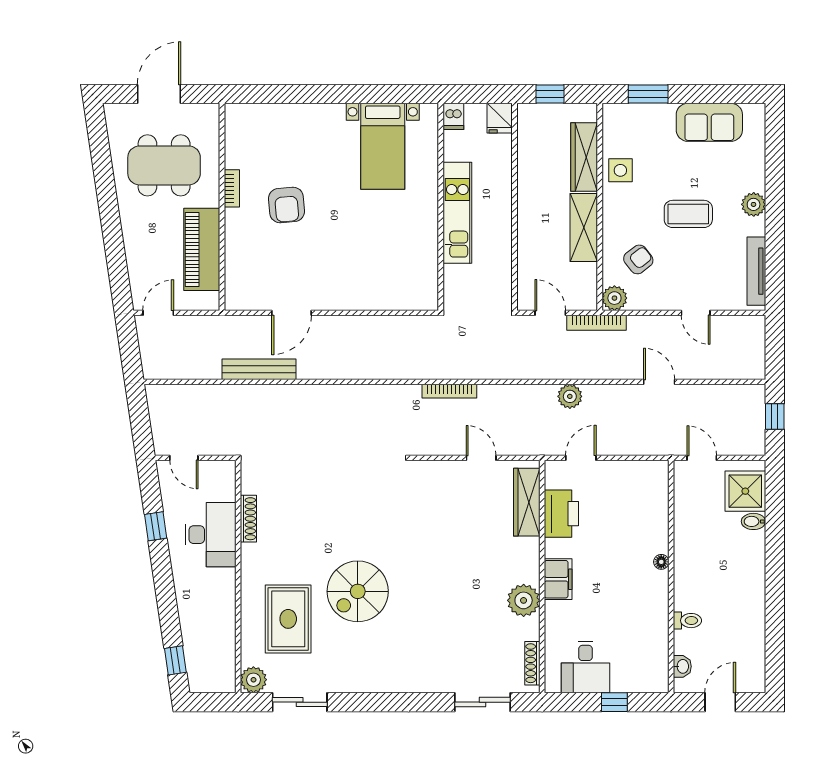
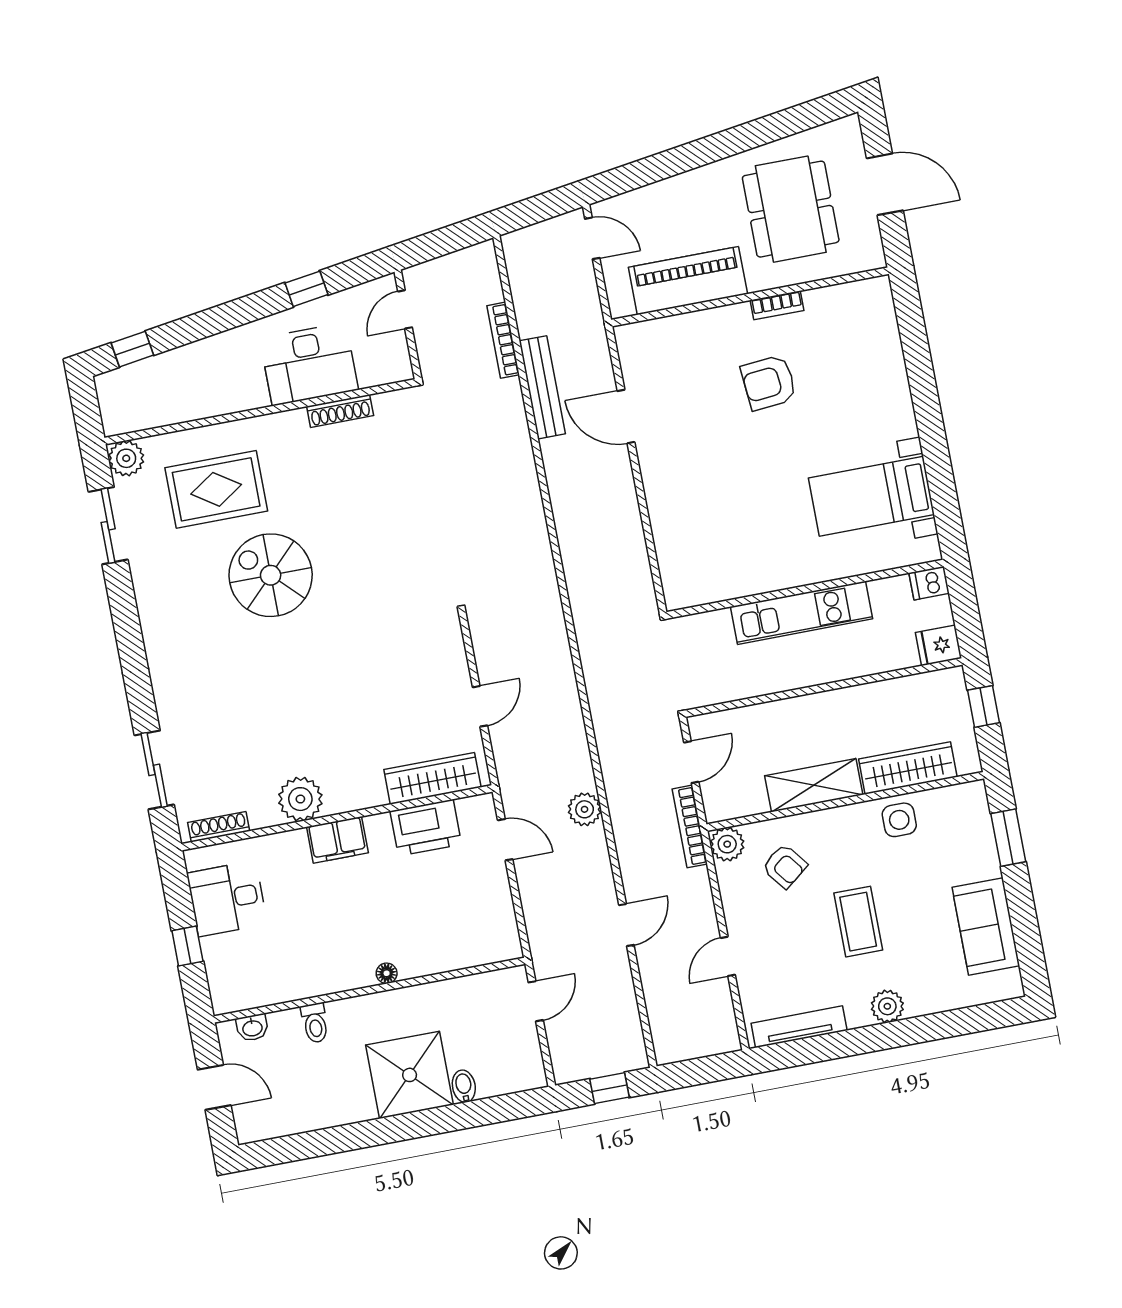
bookcase: (449, 391) -> (503, 340), moved
shower: (745, 491) -> (410, 1075), moved, width x1.37, depth x1.37

